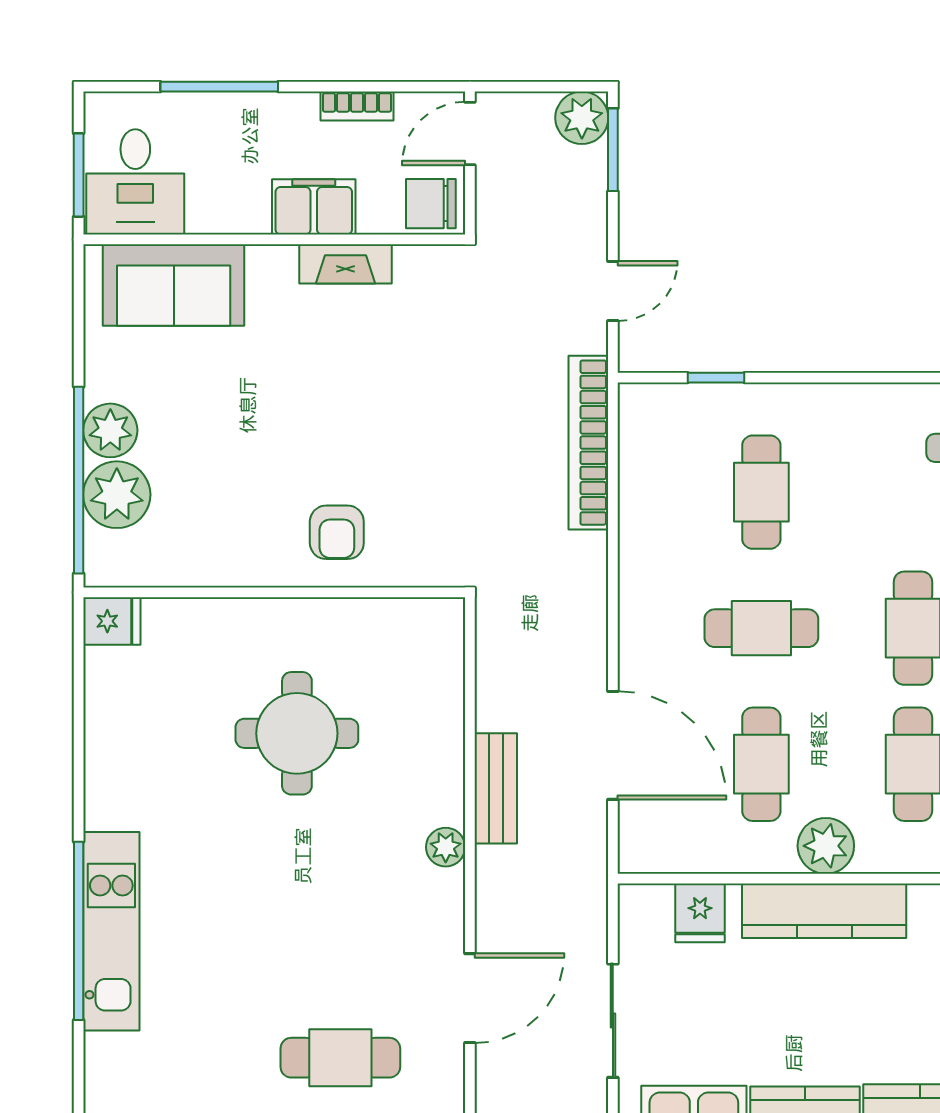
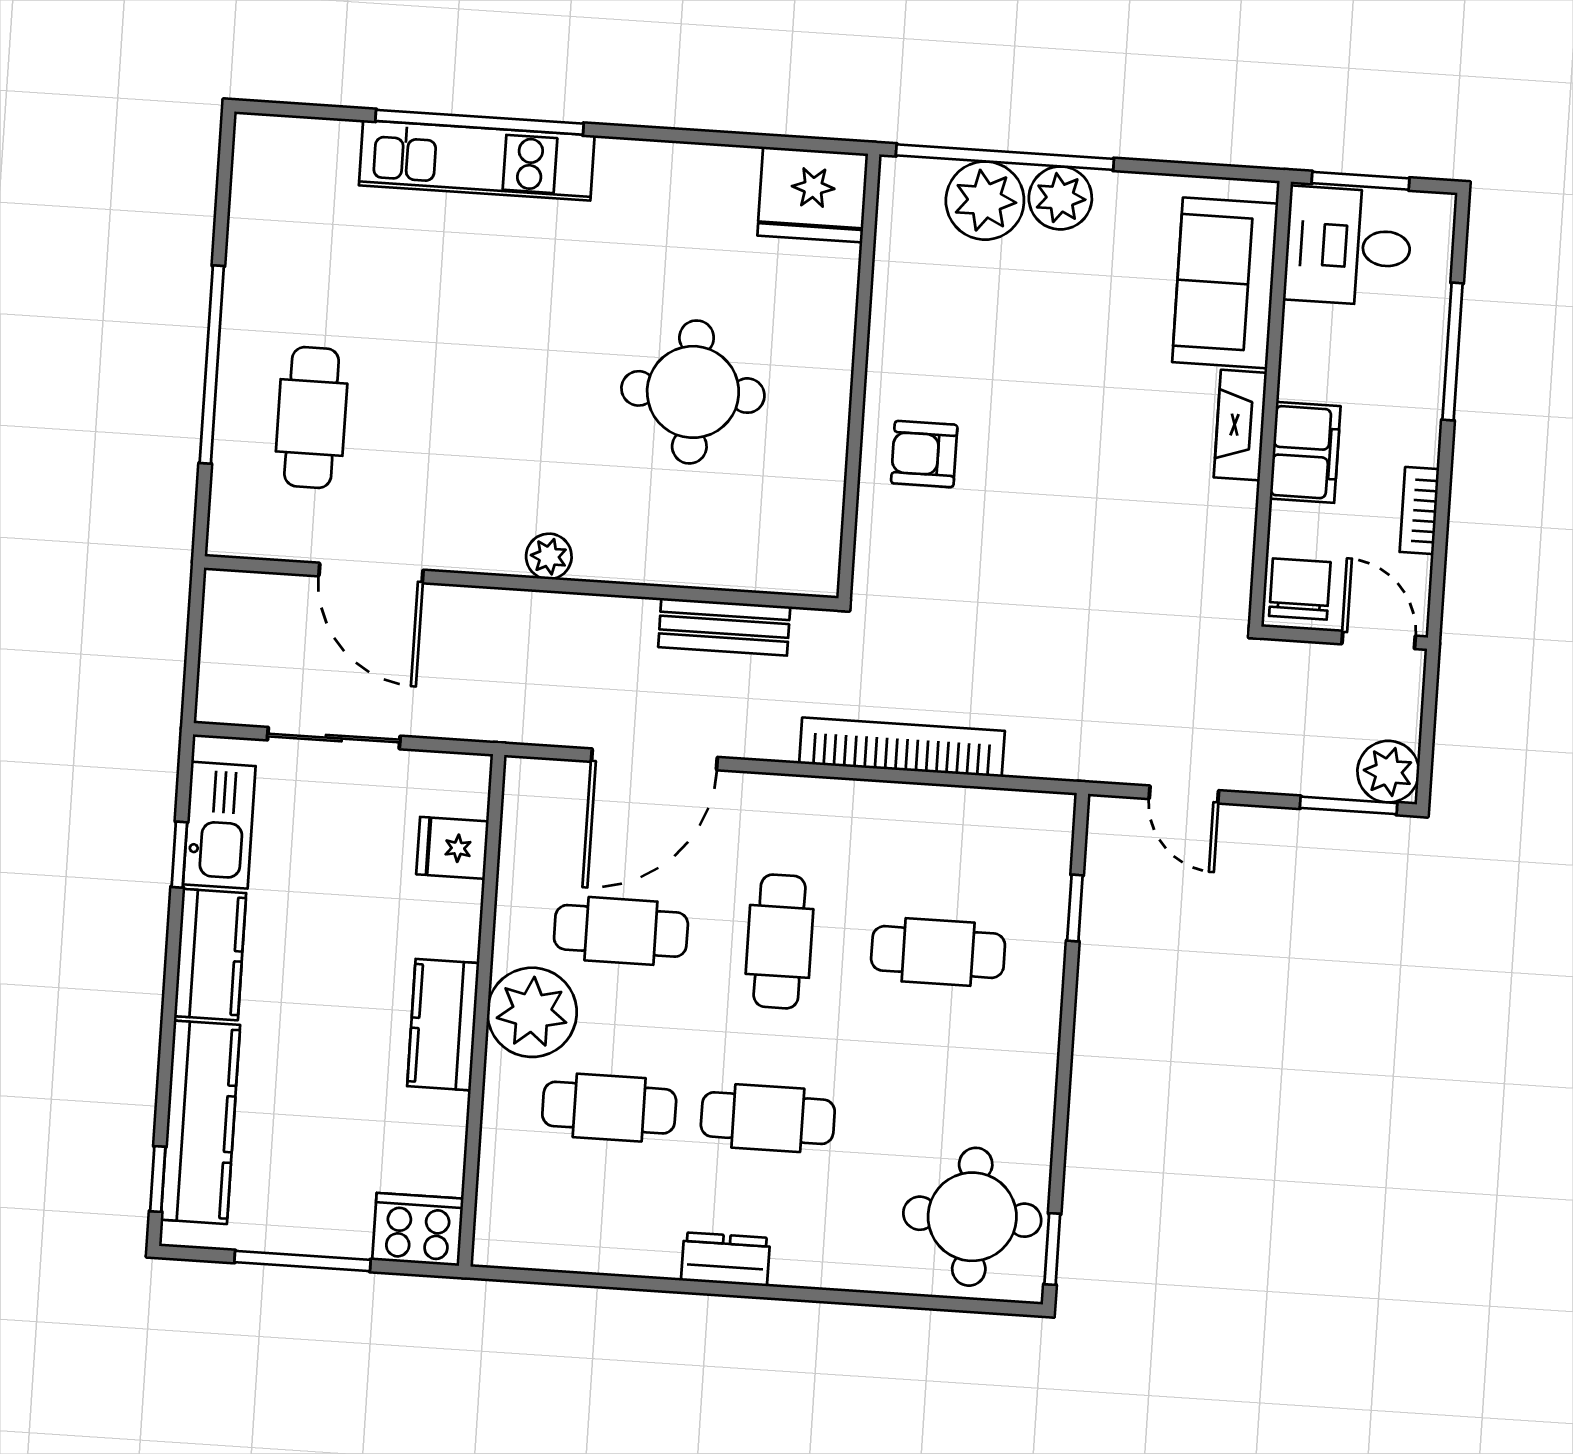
fireplace: (345, 264) -> (1240, 425), moved
bookcase: (588, 443) -> (902, 747), moved
fridge: (112, 621) -> (813, 195), width x1.88, depth x1.34
bench: (496, 788) -> (724, 627), moved
plant: (826, 846) -> (532, 1012), width x1.36, depth x1.36
kitchen counter: (824, 911) -> (443, 1025), width x0.67

